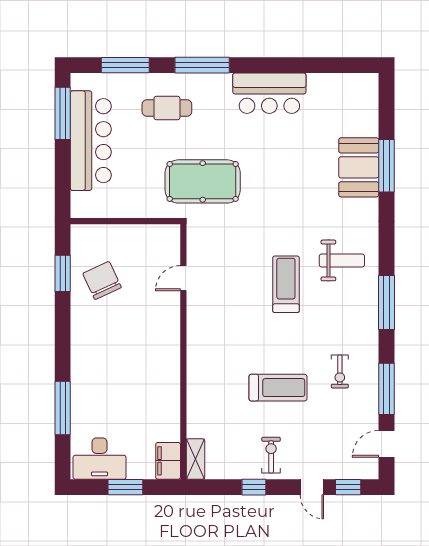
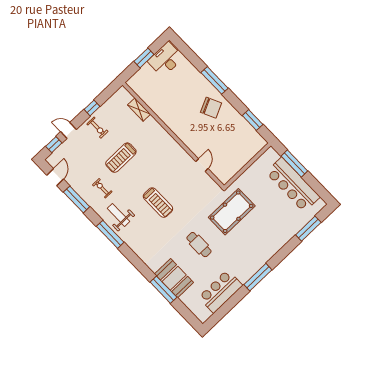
window: (202, 65) -> (258, 277), moved
bar counter: (269, 93) -> (220, 291), moved
cafe table: (167, 108) -> (199, 245), moved, turned 90
window: (63, 113) -> (294, 163), moved
weight bench: (342, 260) -> (118, 215), moved, turned 90
chair: (102, 280) -> (211, 108), moved
window: (63, 408) -> (215, 80), moved
shelving: (195, 459) -> (139, 110), moved
filing cabinet: (168, 461) -> (137, 85), removed

